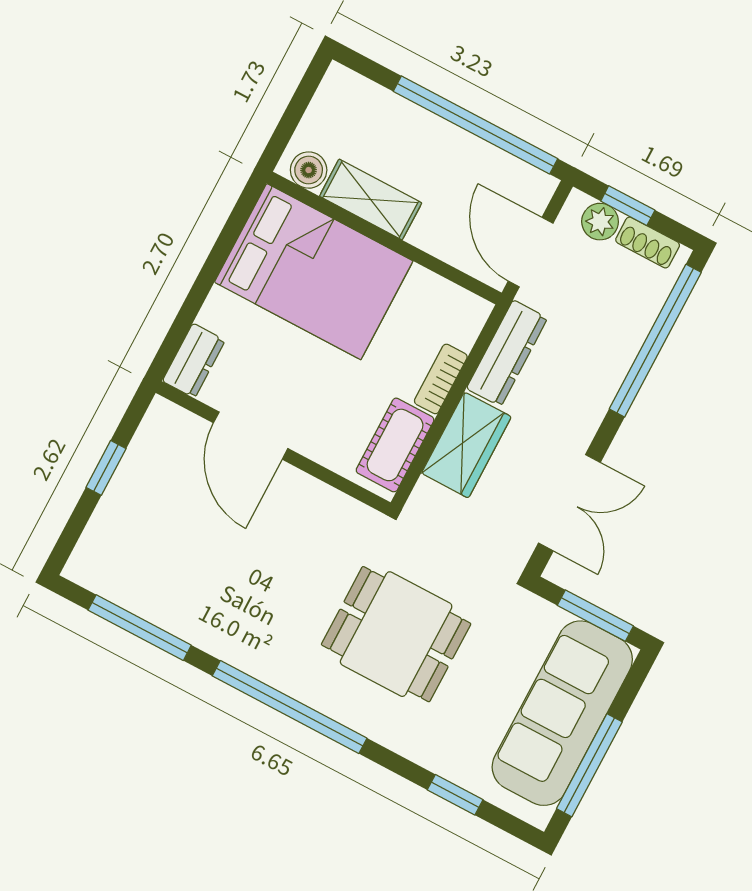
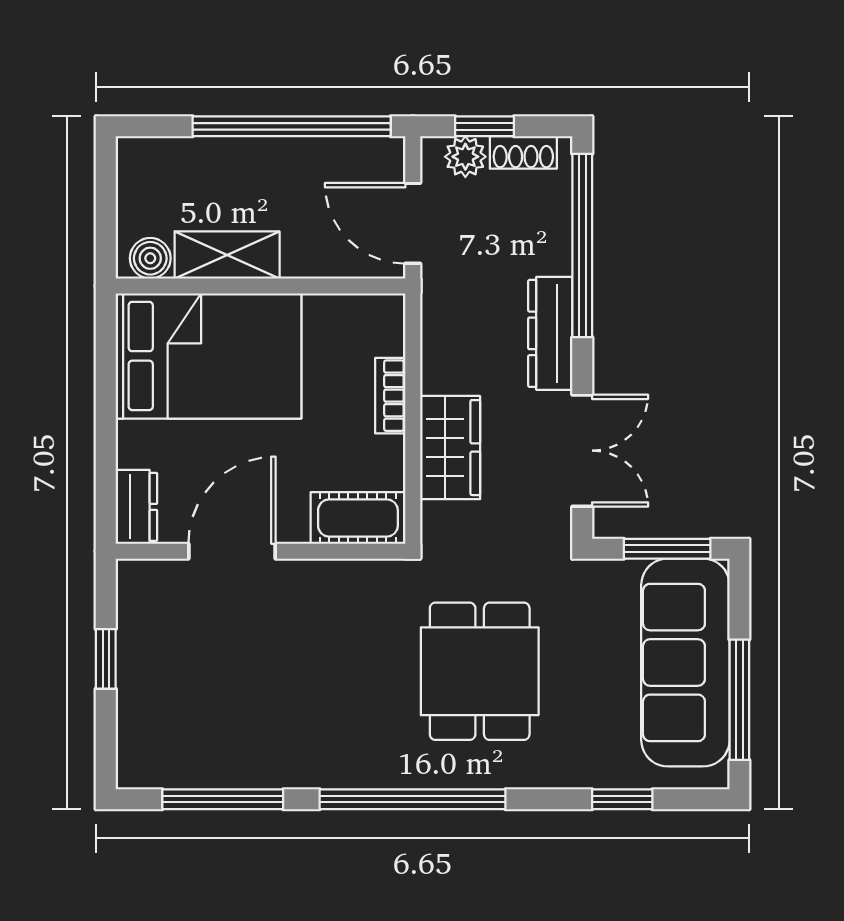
dresser: (507, 353) -> (550, 333), moved, turned 180
door: (251, 436) -> (232, 551), swing flipped
cot: (395, 445) -> (358, 518), moved, turned 90
dining table: (396, 634) -> (480, 671), turned 90

